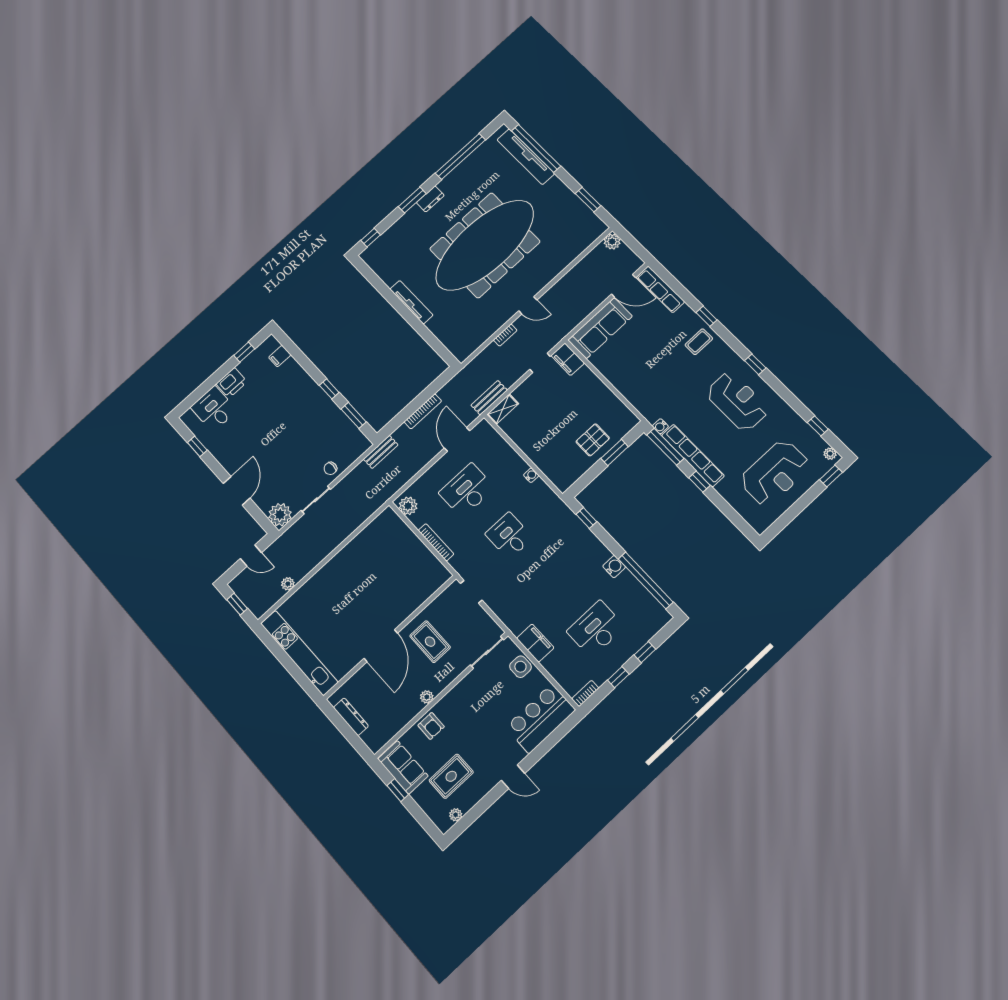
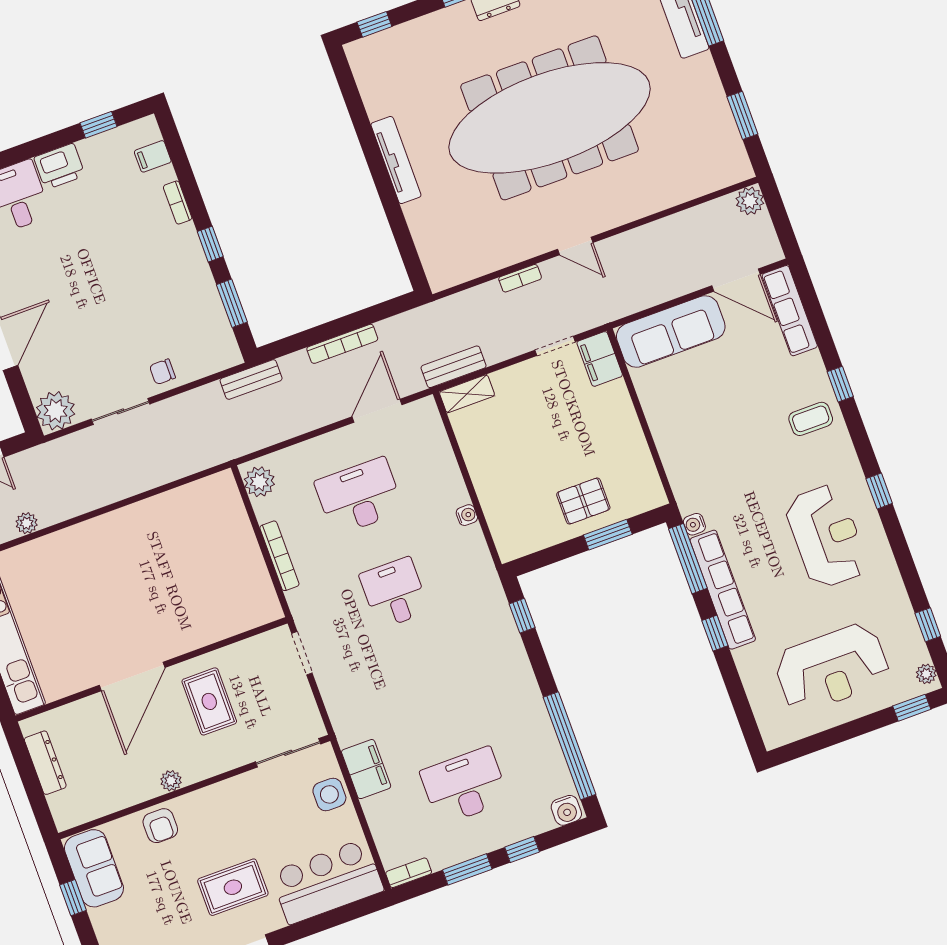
bookcase: (303, 375) -> (178, 203), added
water cooler: (614, 567) -> (566, 810), moved, turned 90
window: (618, 677) -> (467, 869), width x1.50
rug: (451, 776) -> (233, 887), moved

